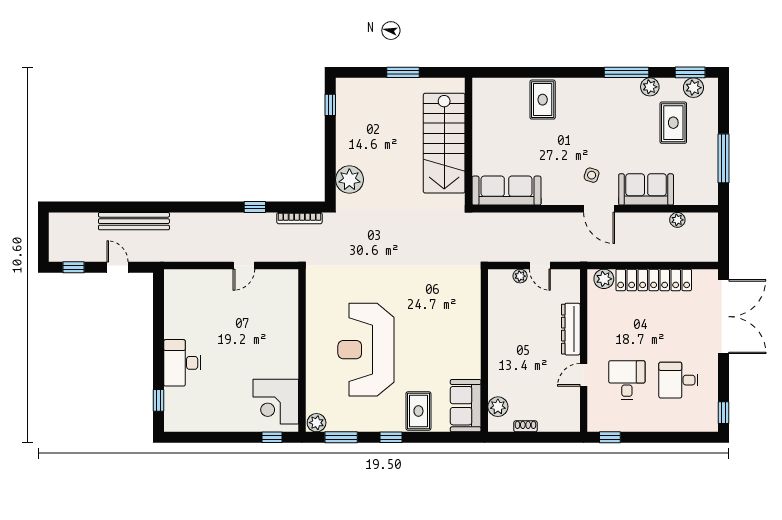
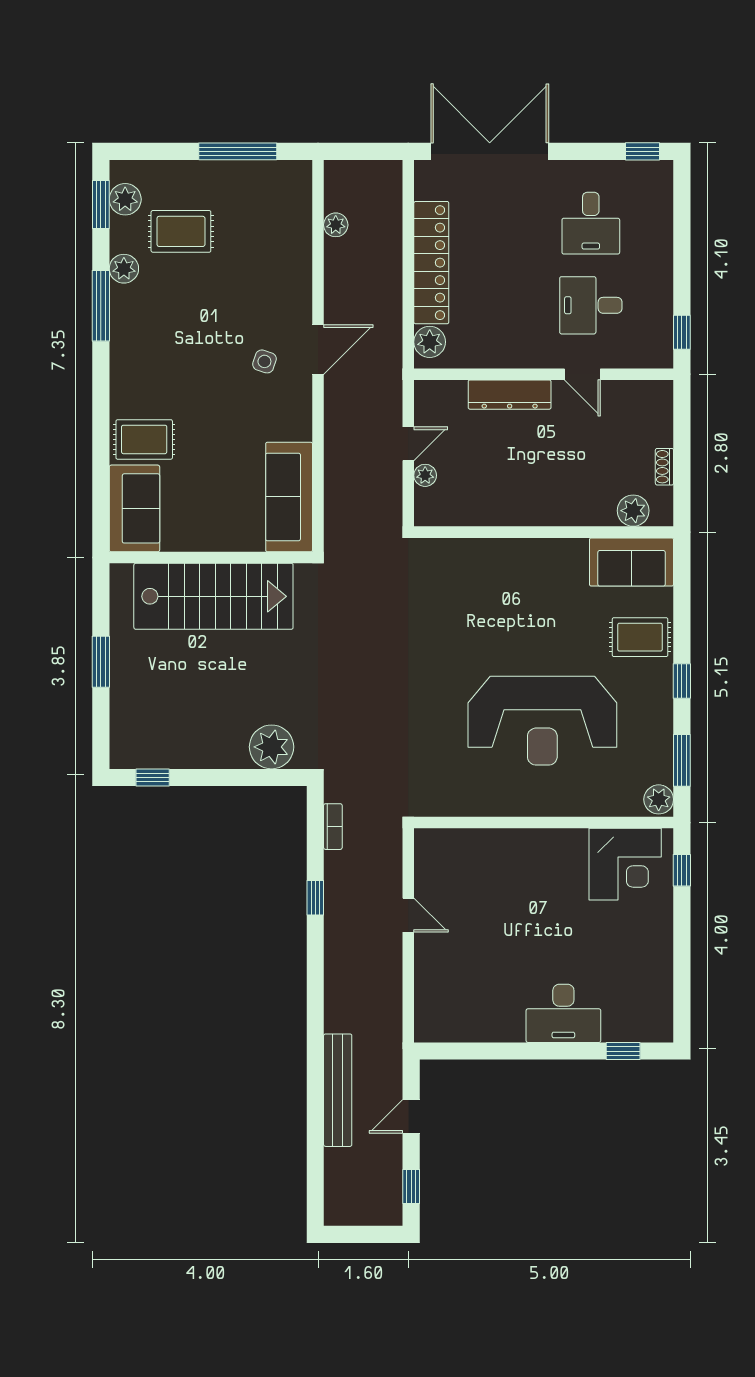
sofa: (646, 189) -> (134, 508), moved, turned 180
bookcase: (299, 218) -> (333, 827), width x0.64

